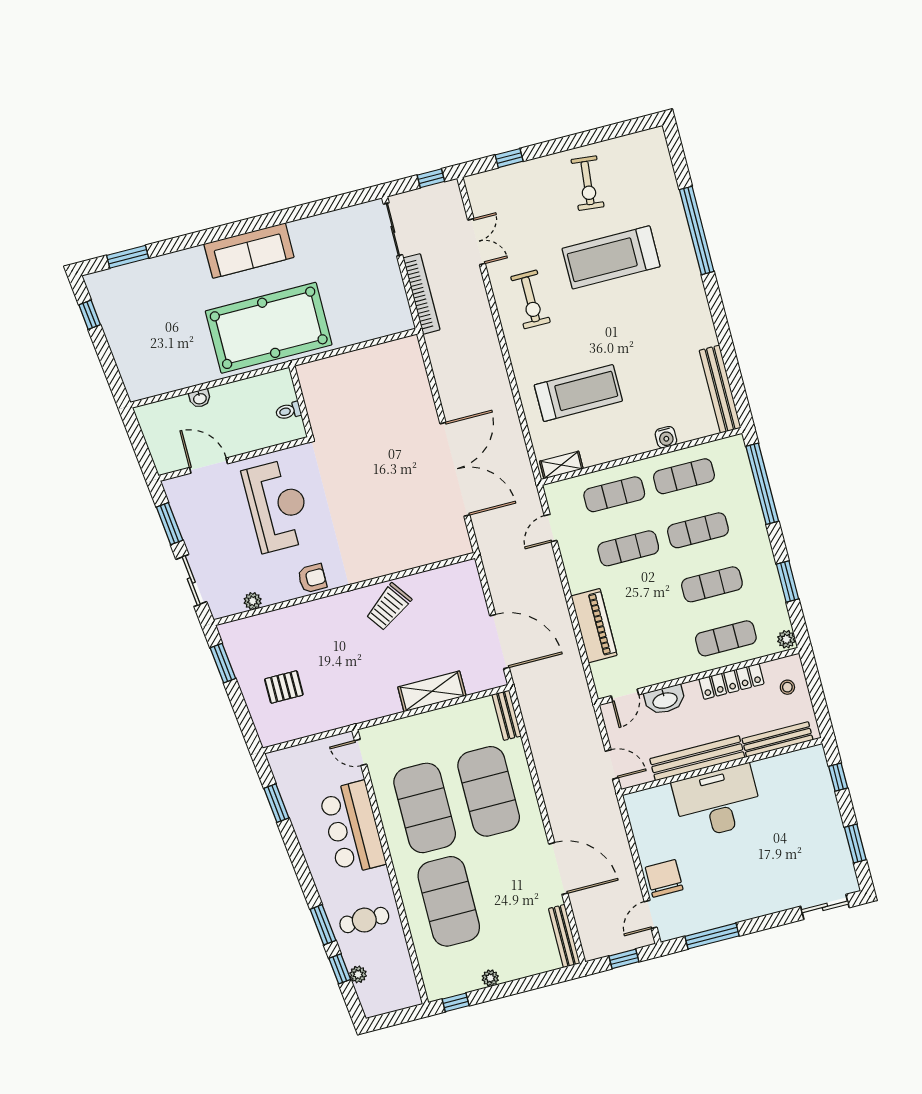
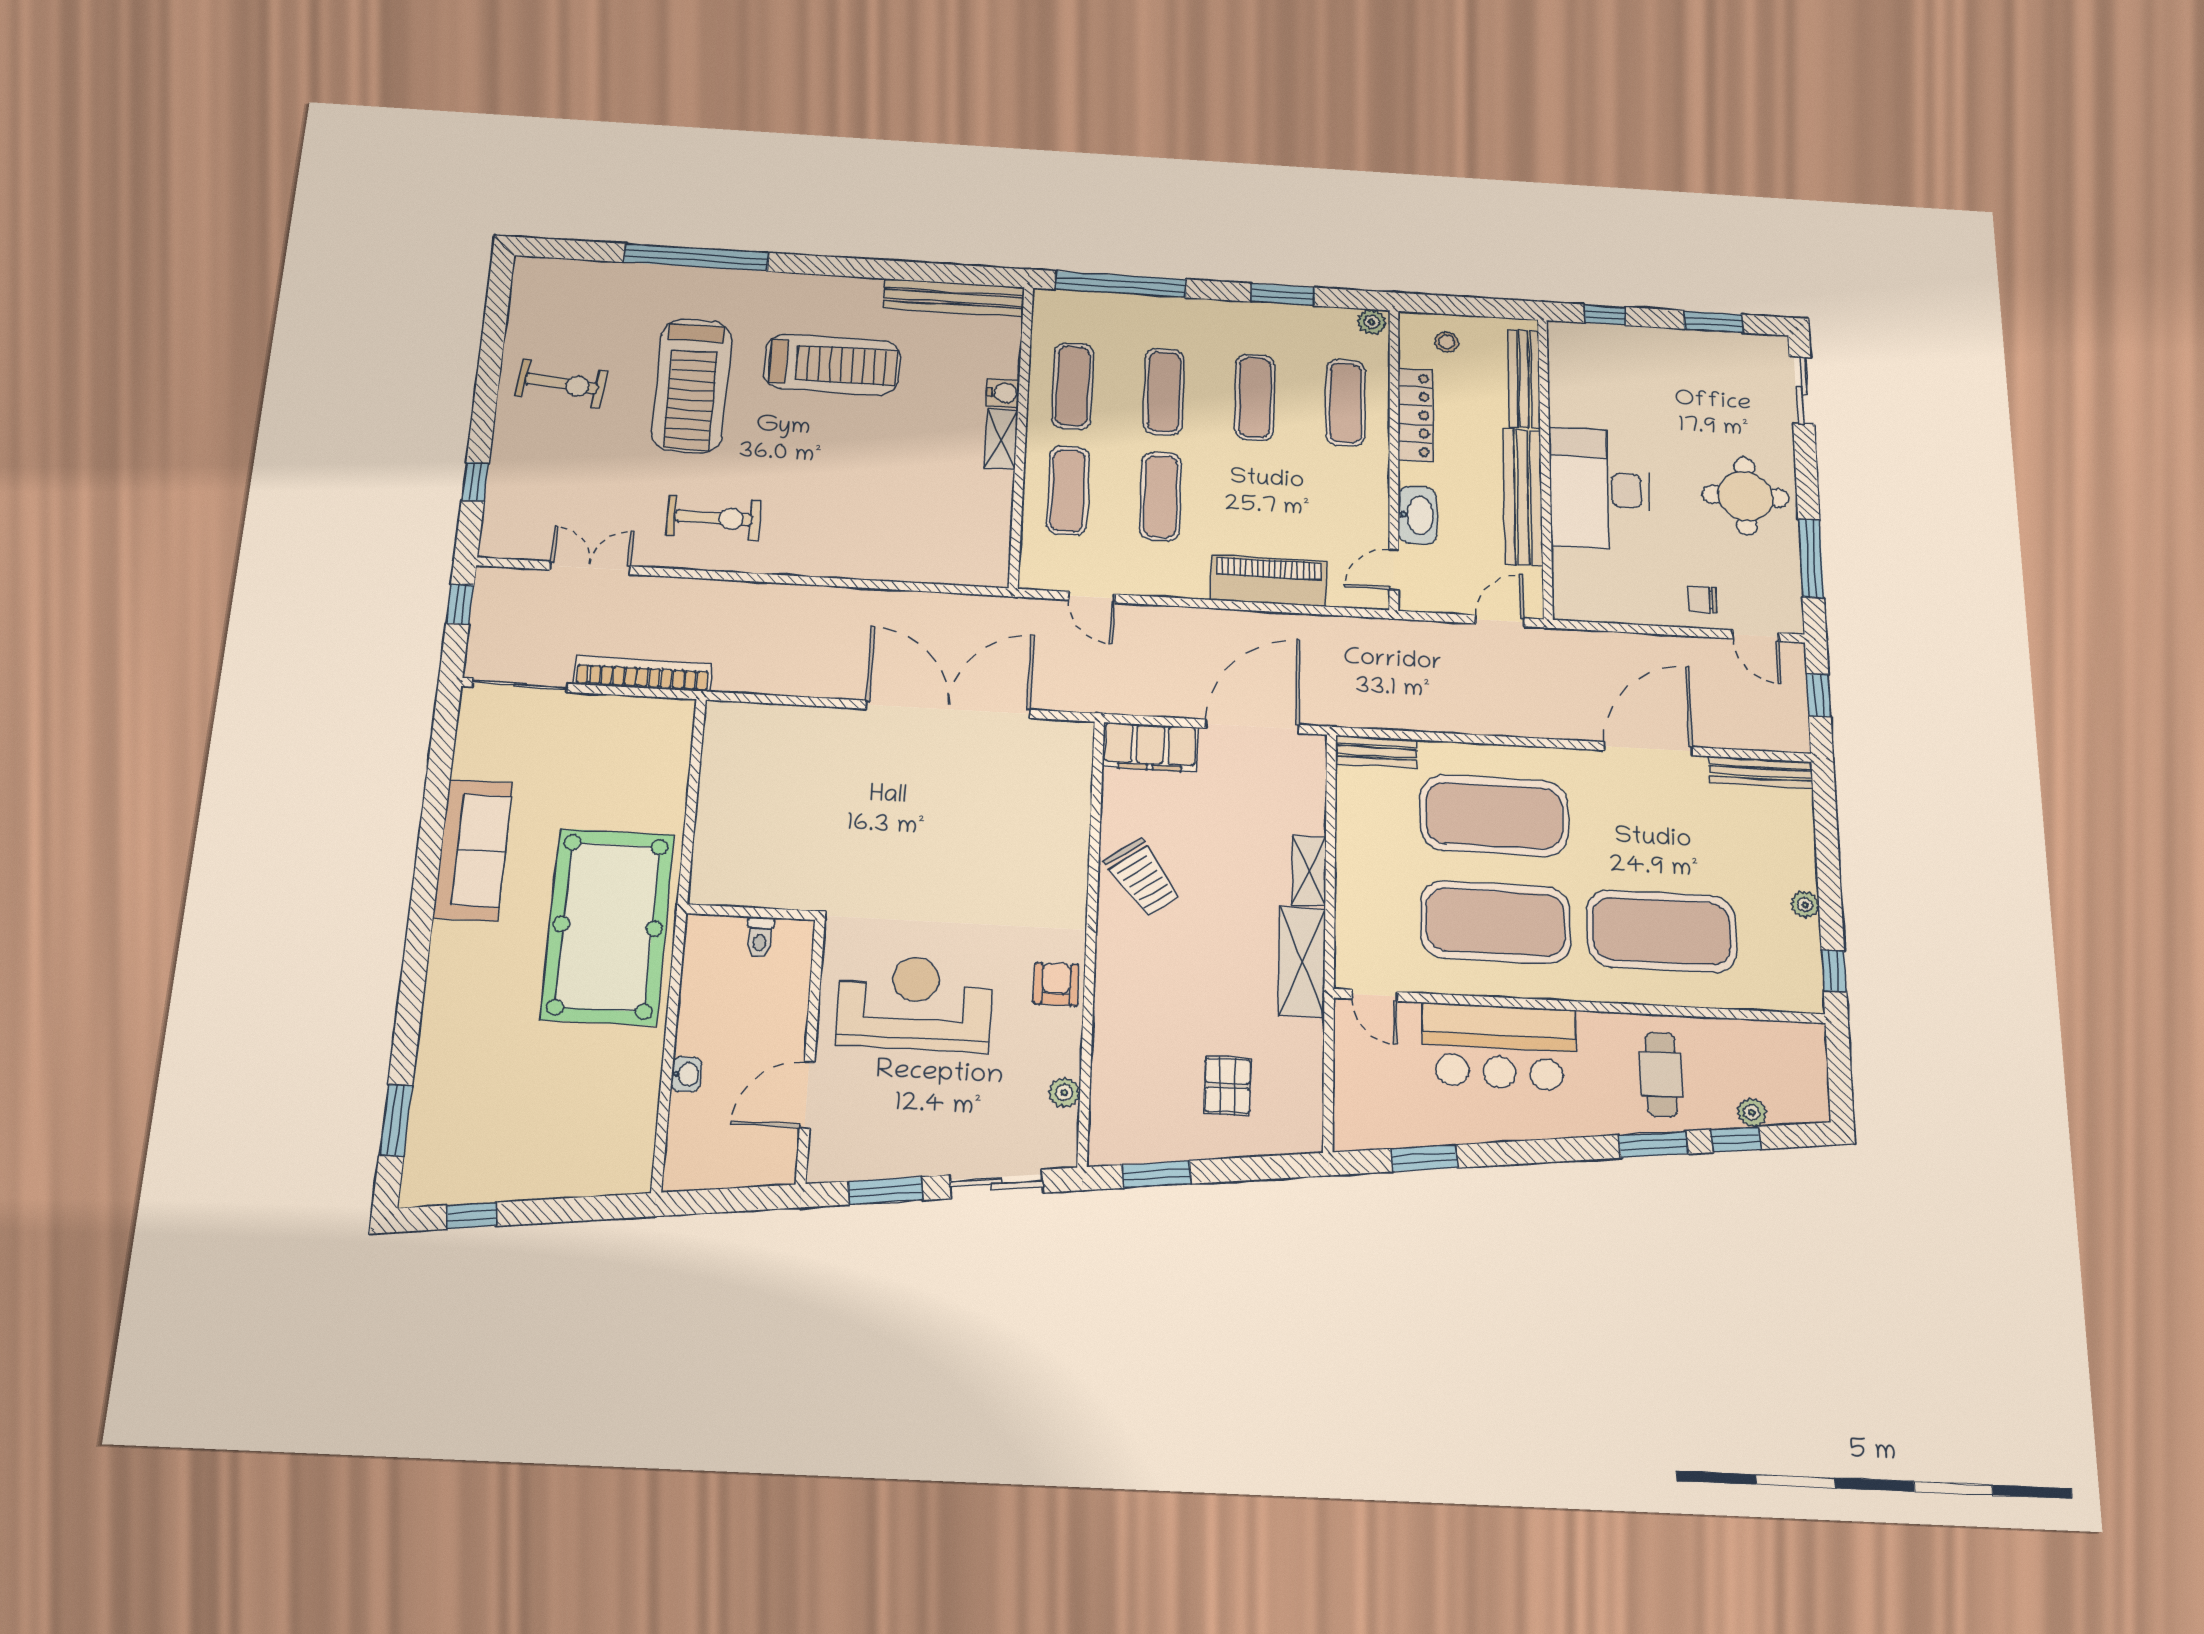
sofa: (249, 251) -> (473, 850), moved
treadmill: (578, 393) -> (832, 365), moved, turned 90
shelving: (561, 465) -> (1001, 439), moved
filing cabinet: (468, 588) -> (1150, 747), added
shelving: (432, 691) -> (1309, 871), width x0.67, depth x0.75
door: (625, 695) -> (1394, 569), swing flipped
shelving: (367, 708) -> (1302, 962), added
door: (361, 752) -> (1375, 995), hinge flipped
chair: (664, 878) -> (1703, 599), width x0.54, depth x0.54
round table: (741, 889) -> (1746, 496), added

